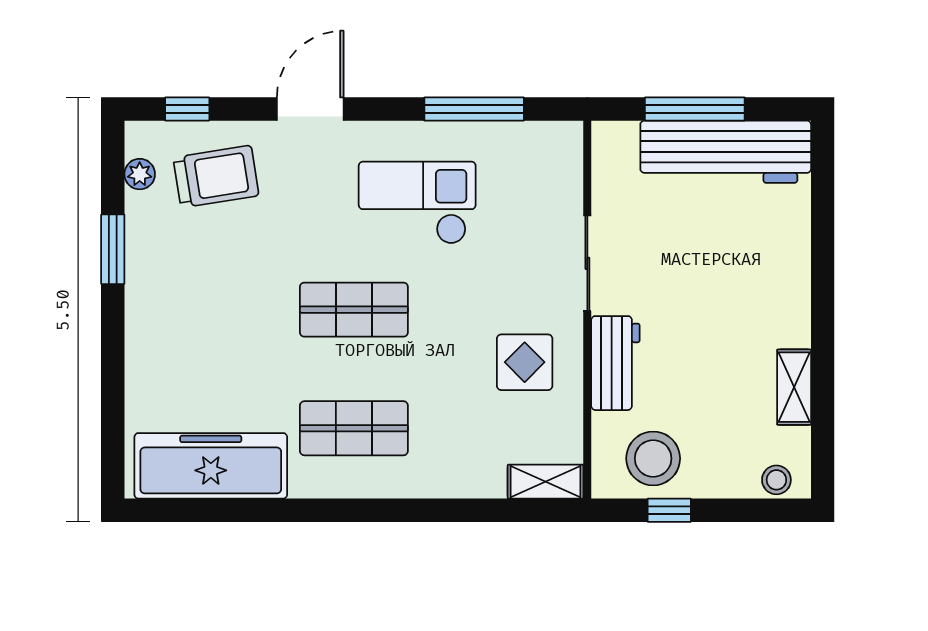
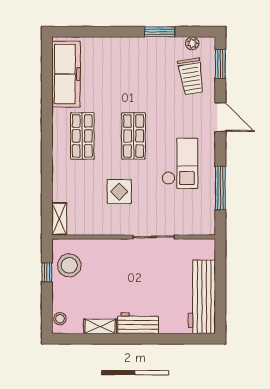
window: (187, 109) -> (220, 64), width x1.50
window: (695, 109) -> (220, 283), removed
display table: (525, 362) -> (119, 192), moved
workbench: (615, 363) -> (138, 323), moved, turned 180

